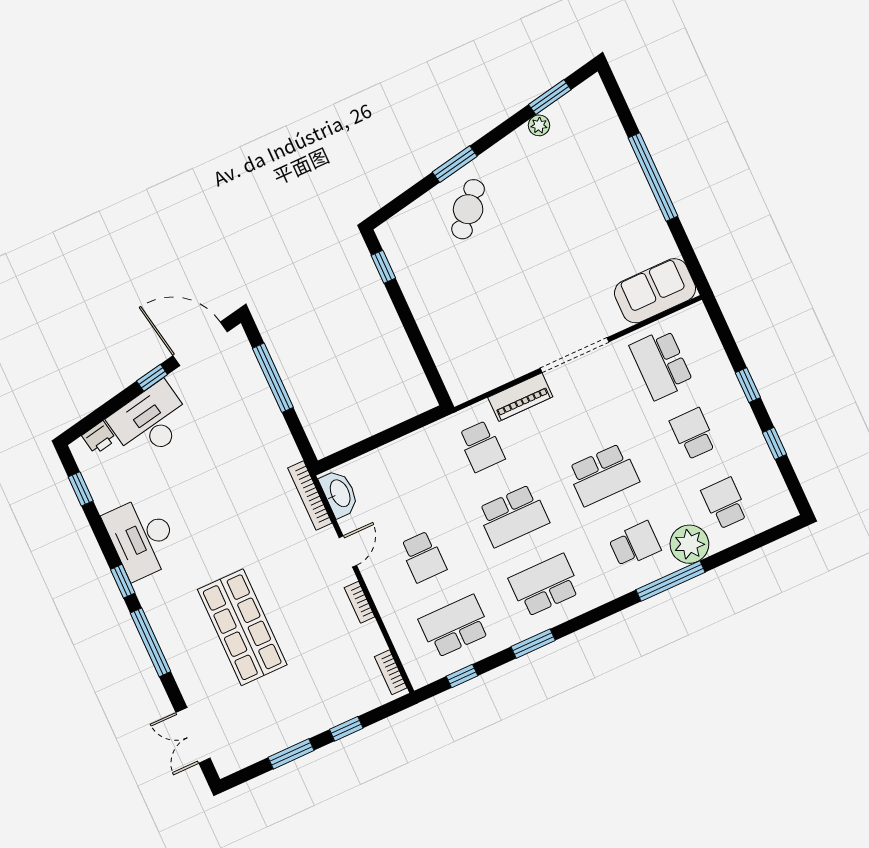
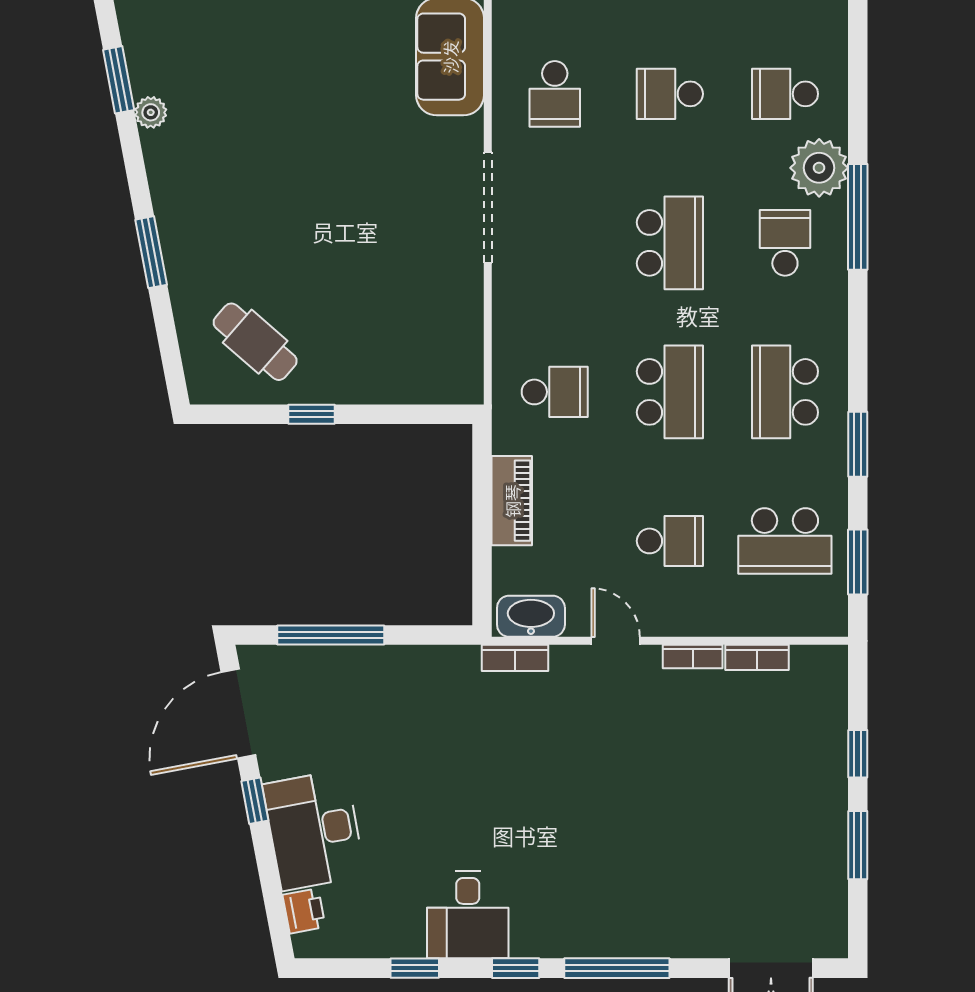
cafe table: (468, 209) -> (255, 342), moved
window: (383, 267) -> (311, 414), moved
school desk: (661, 364) -> (555, 94), width x0.54
piano: (520, 397) -> (512, 501), moved
window: (81, 489) -> (415, 968), moved
bookcase: (310, 495) -> (515, 658), width x0.64
desk: (142, 538) -> (468, 915), width x0.73
school desk: (455, 626) -> (785, 541), turned -90
shop shelf: (242, 627) -> (653, 833), removed
bookcase: (391, 672) -> (757, 657), moved
window: (462, 676) -> (858, 562), width x1.50

